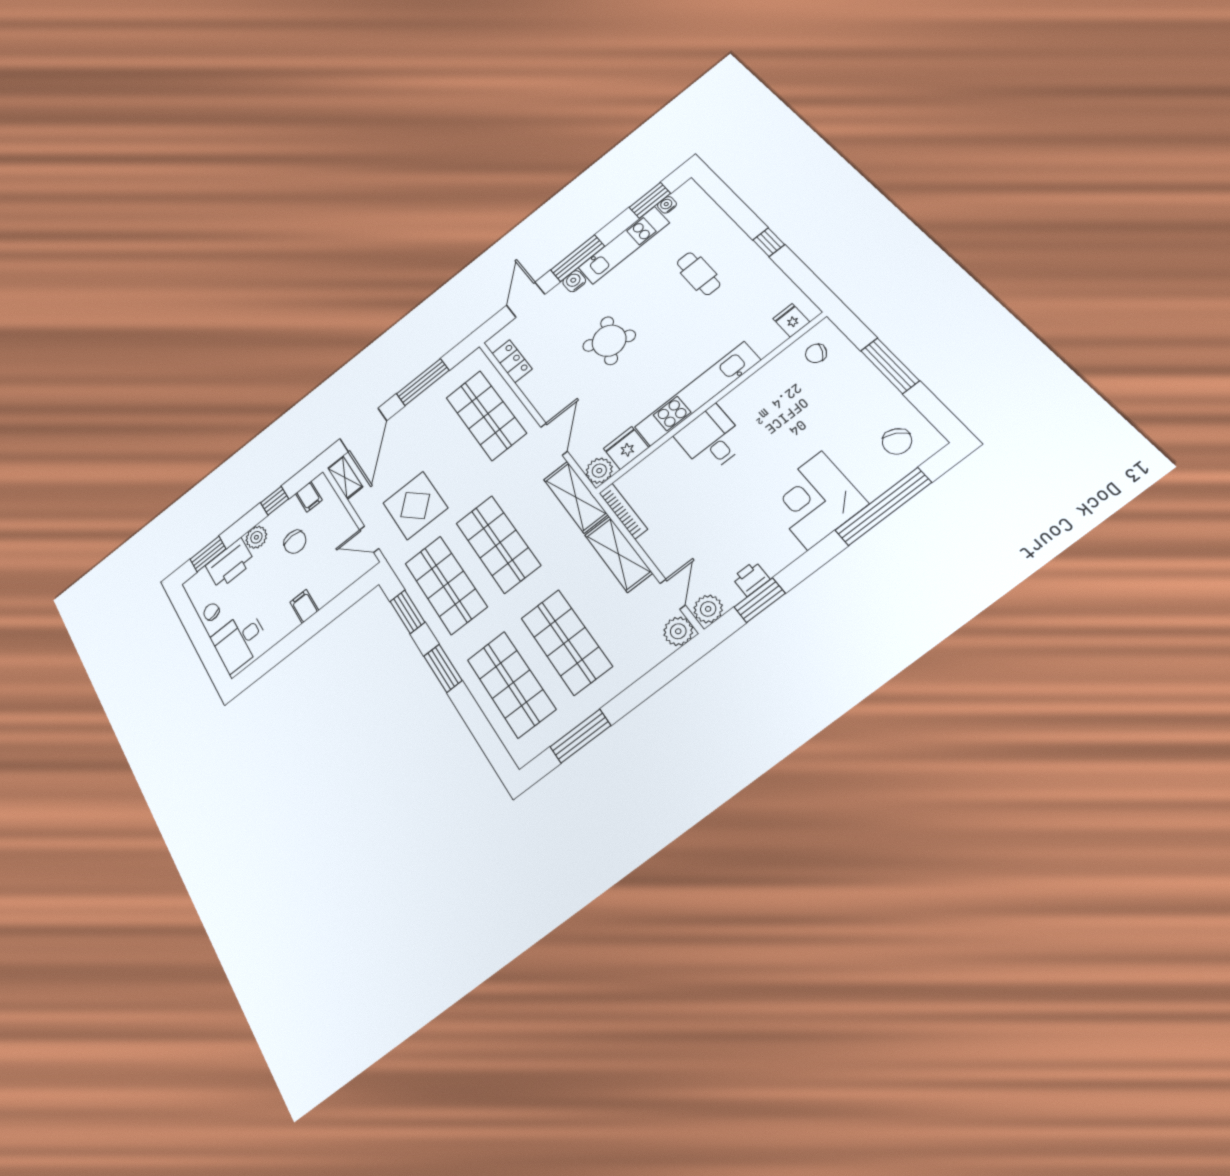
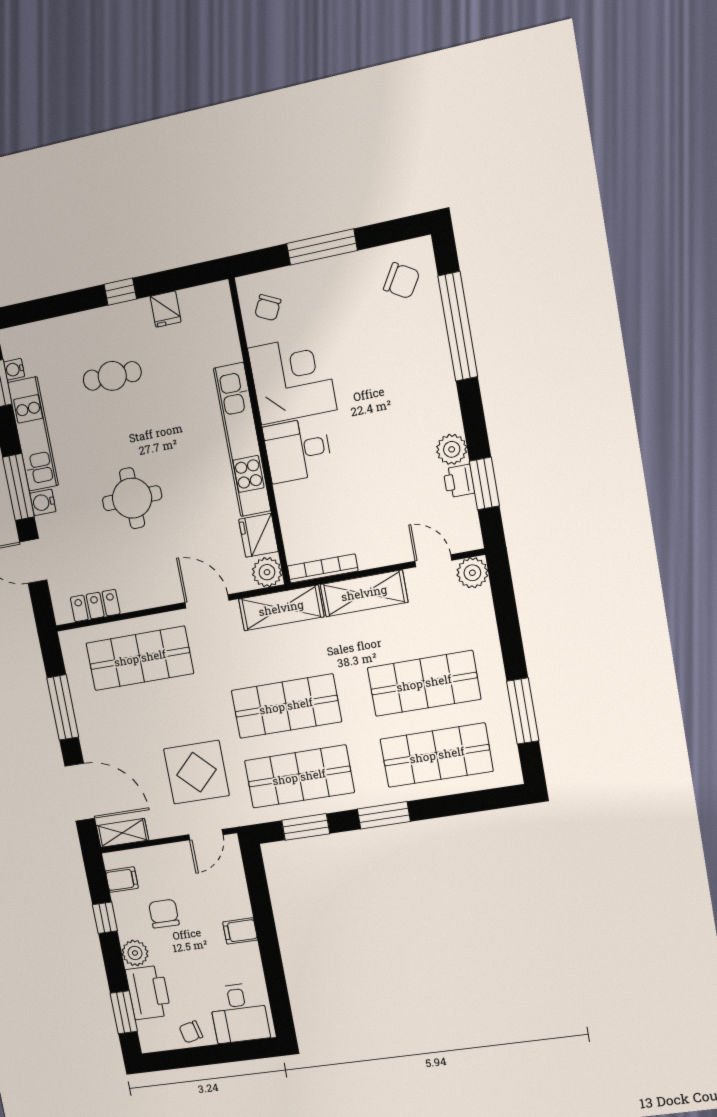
fridge: (791, 320) -> (166, 309), moved, turned -90
round table: (609, 341) -> (132, 498), turned -30
corner desk: (815, 500) -> (292, 379), moved, turned 180
chair: (295, 542) -> (164, 914), turned -90
plant: (708, 609) -> (452, 449), moved

